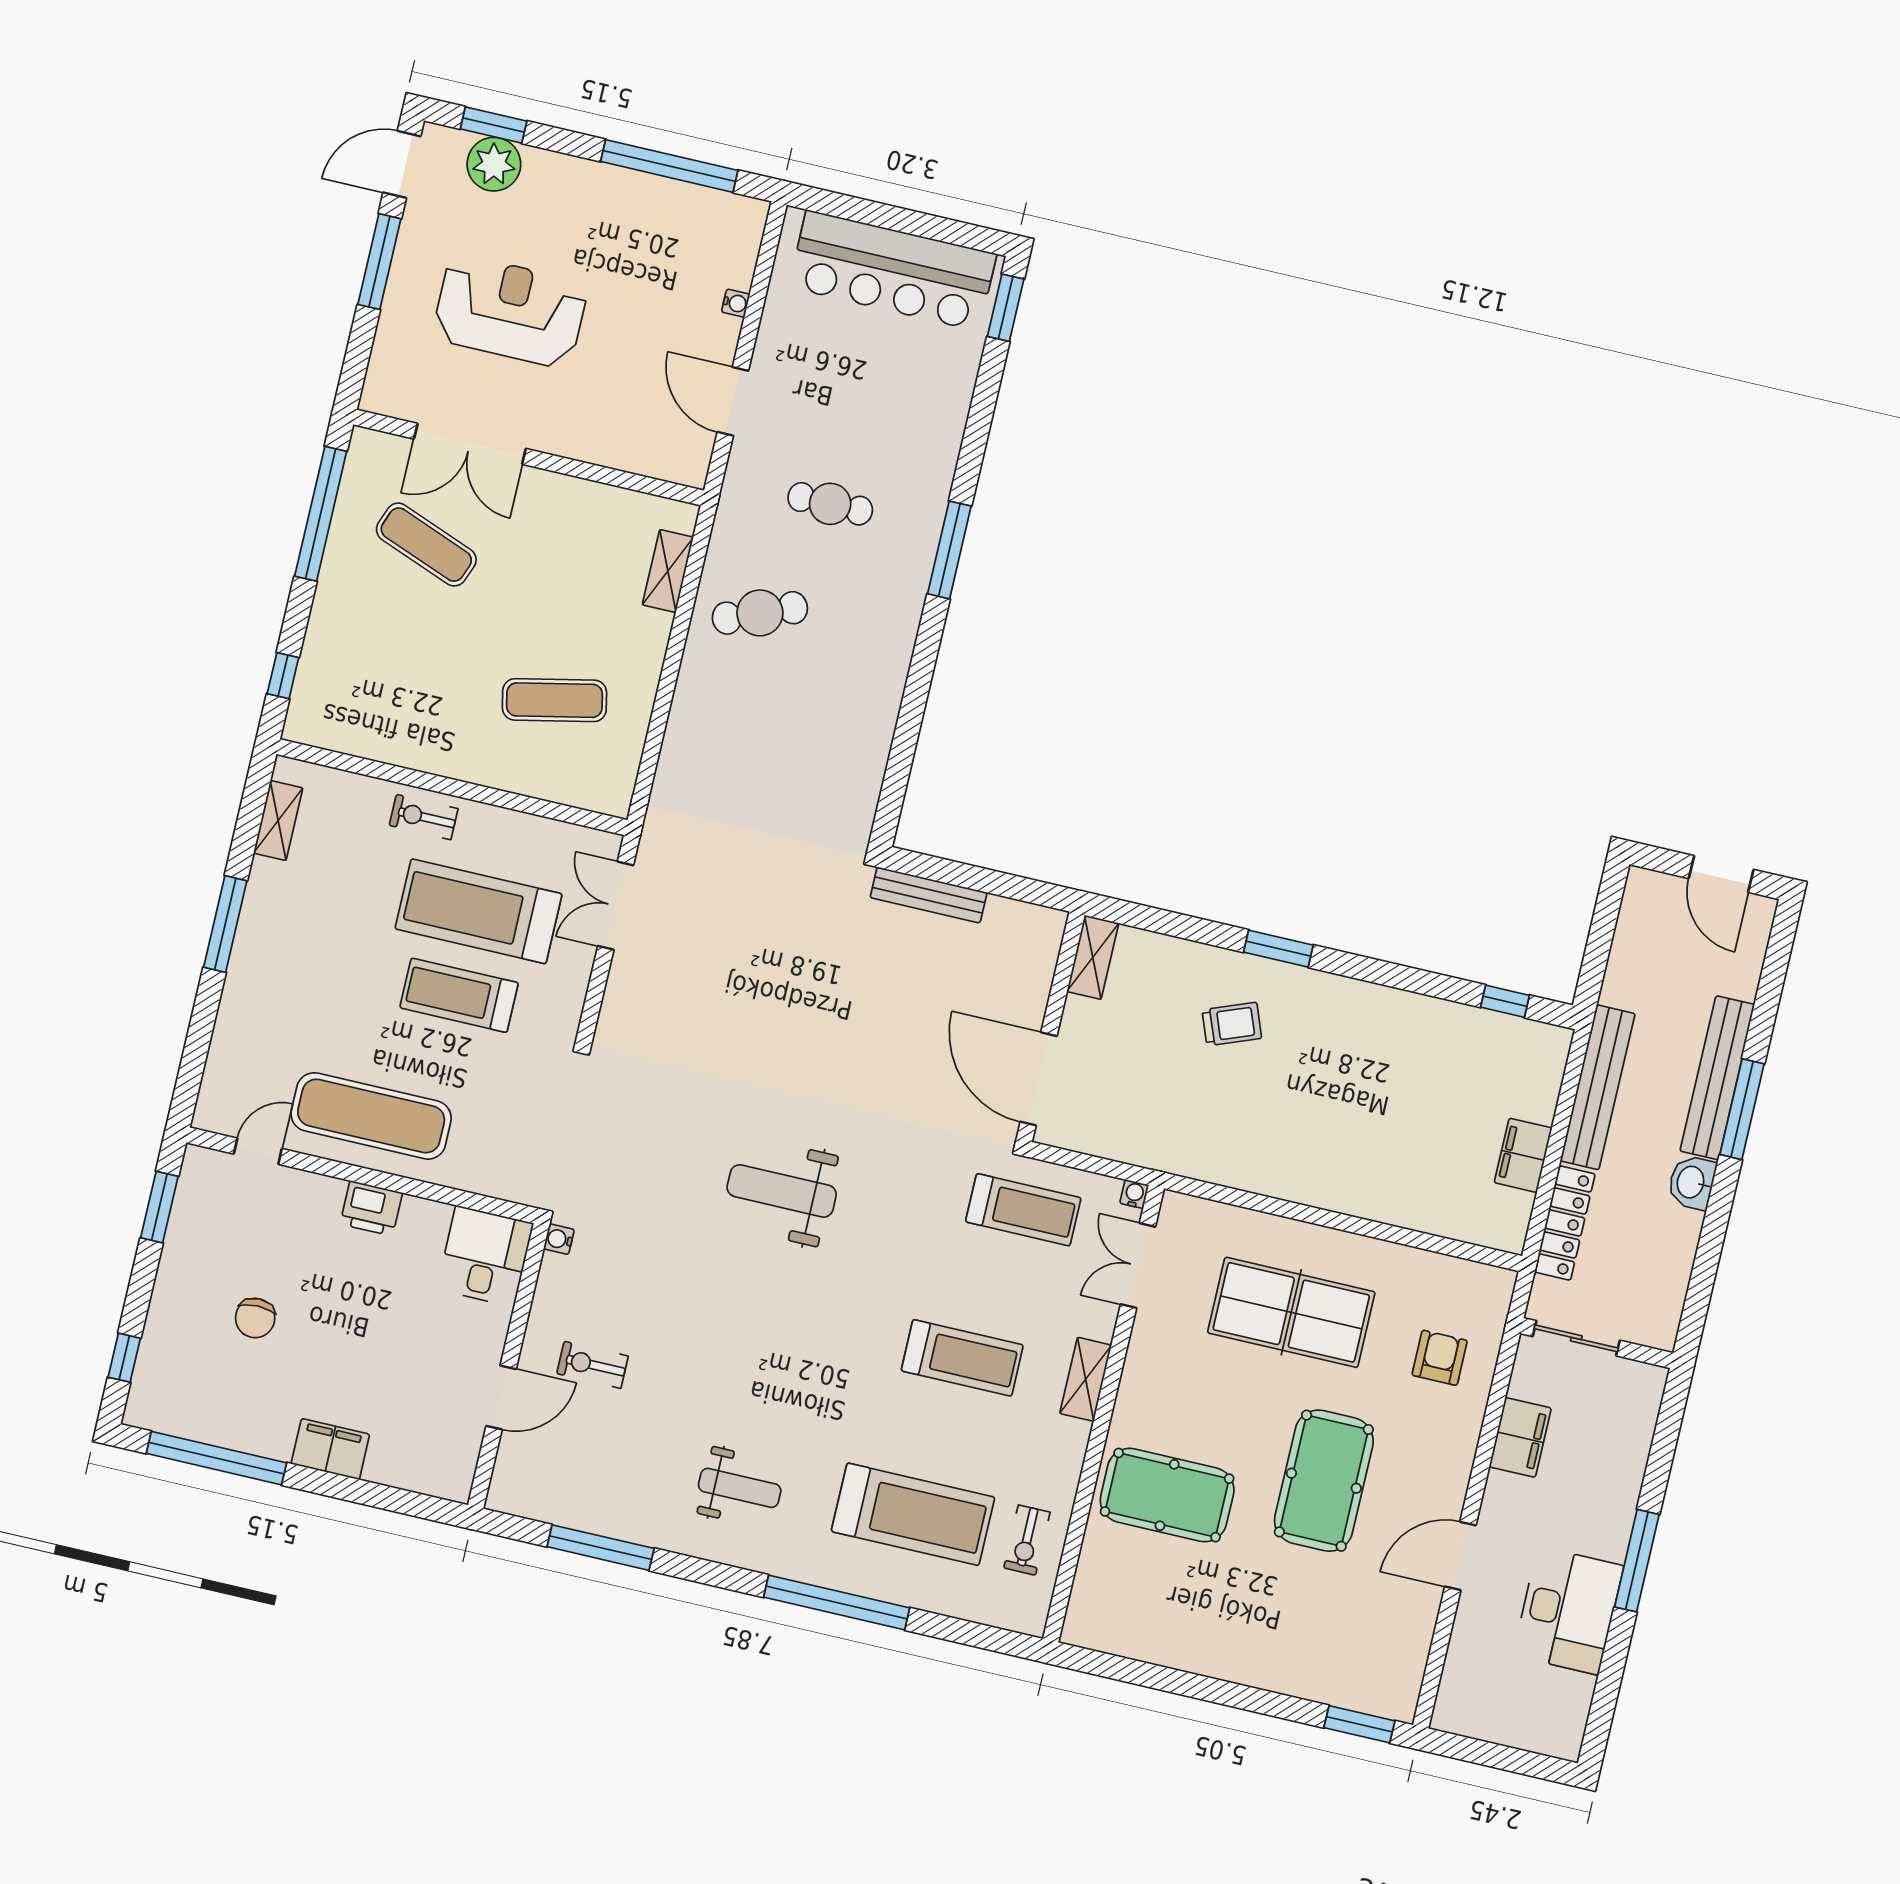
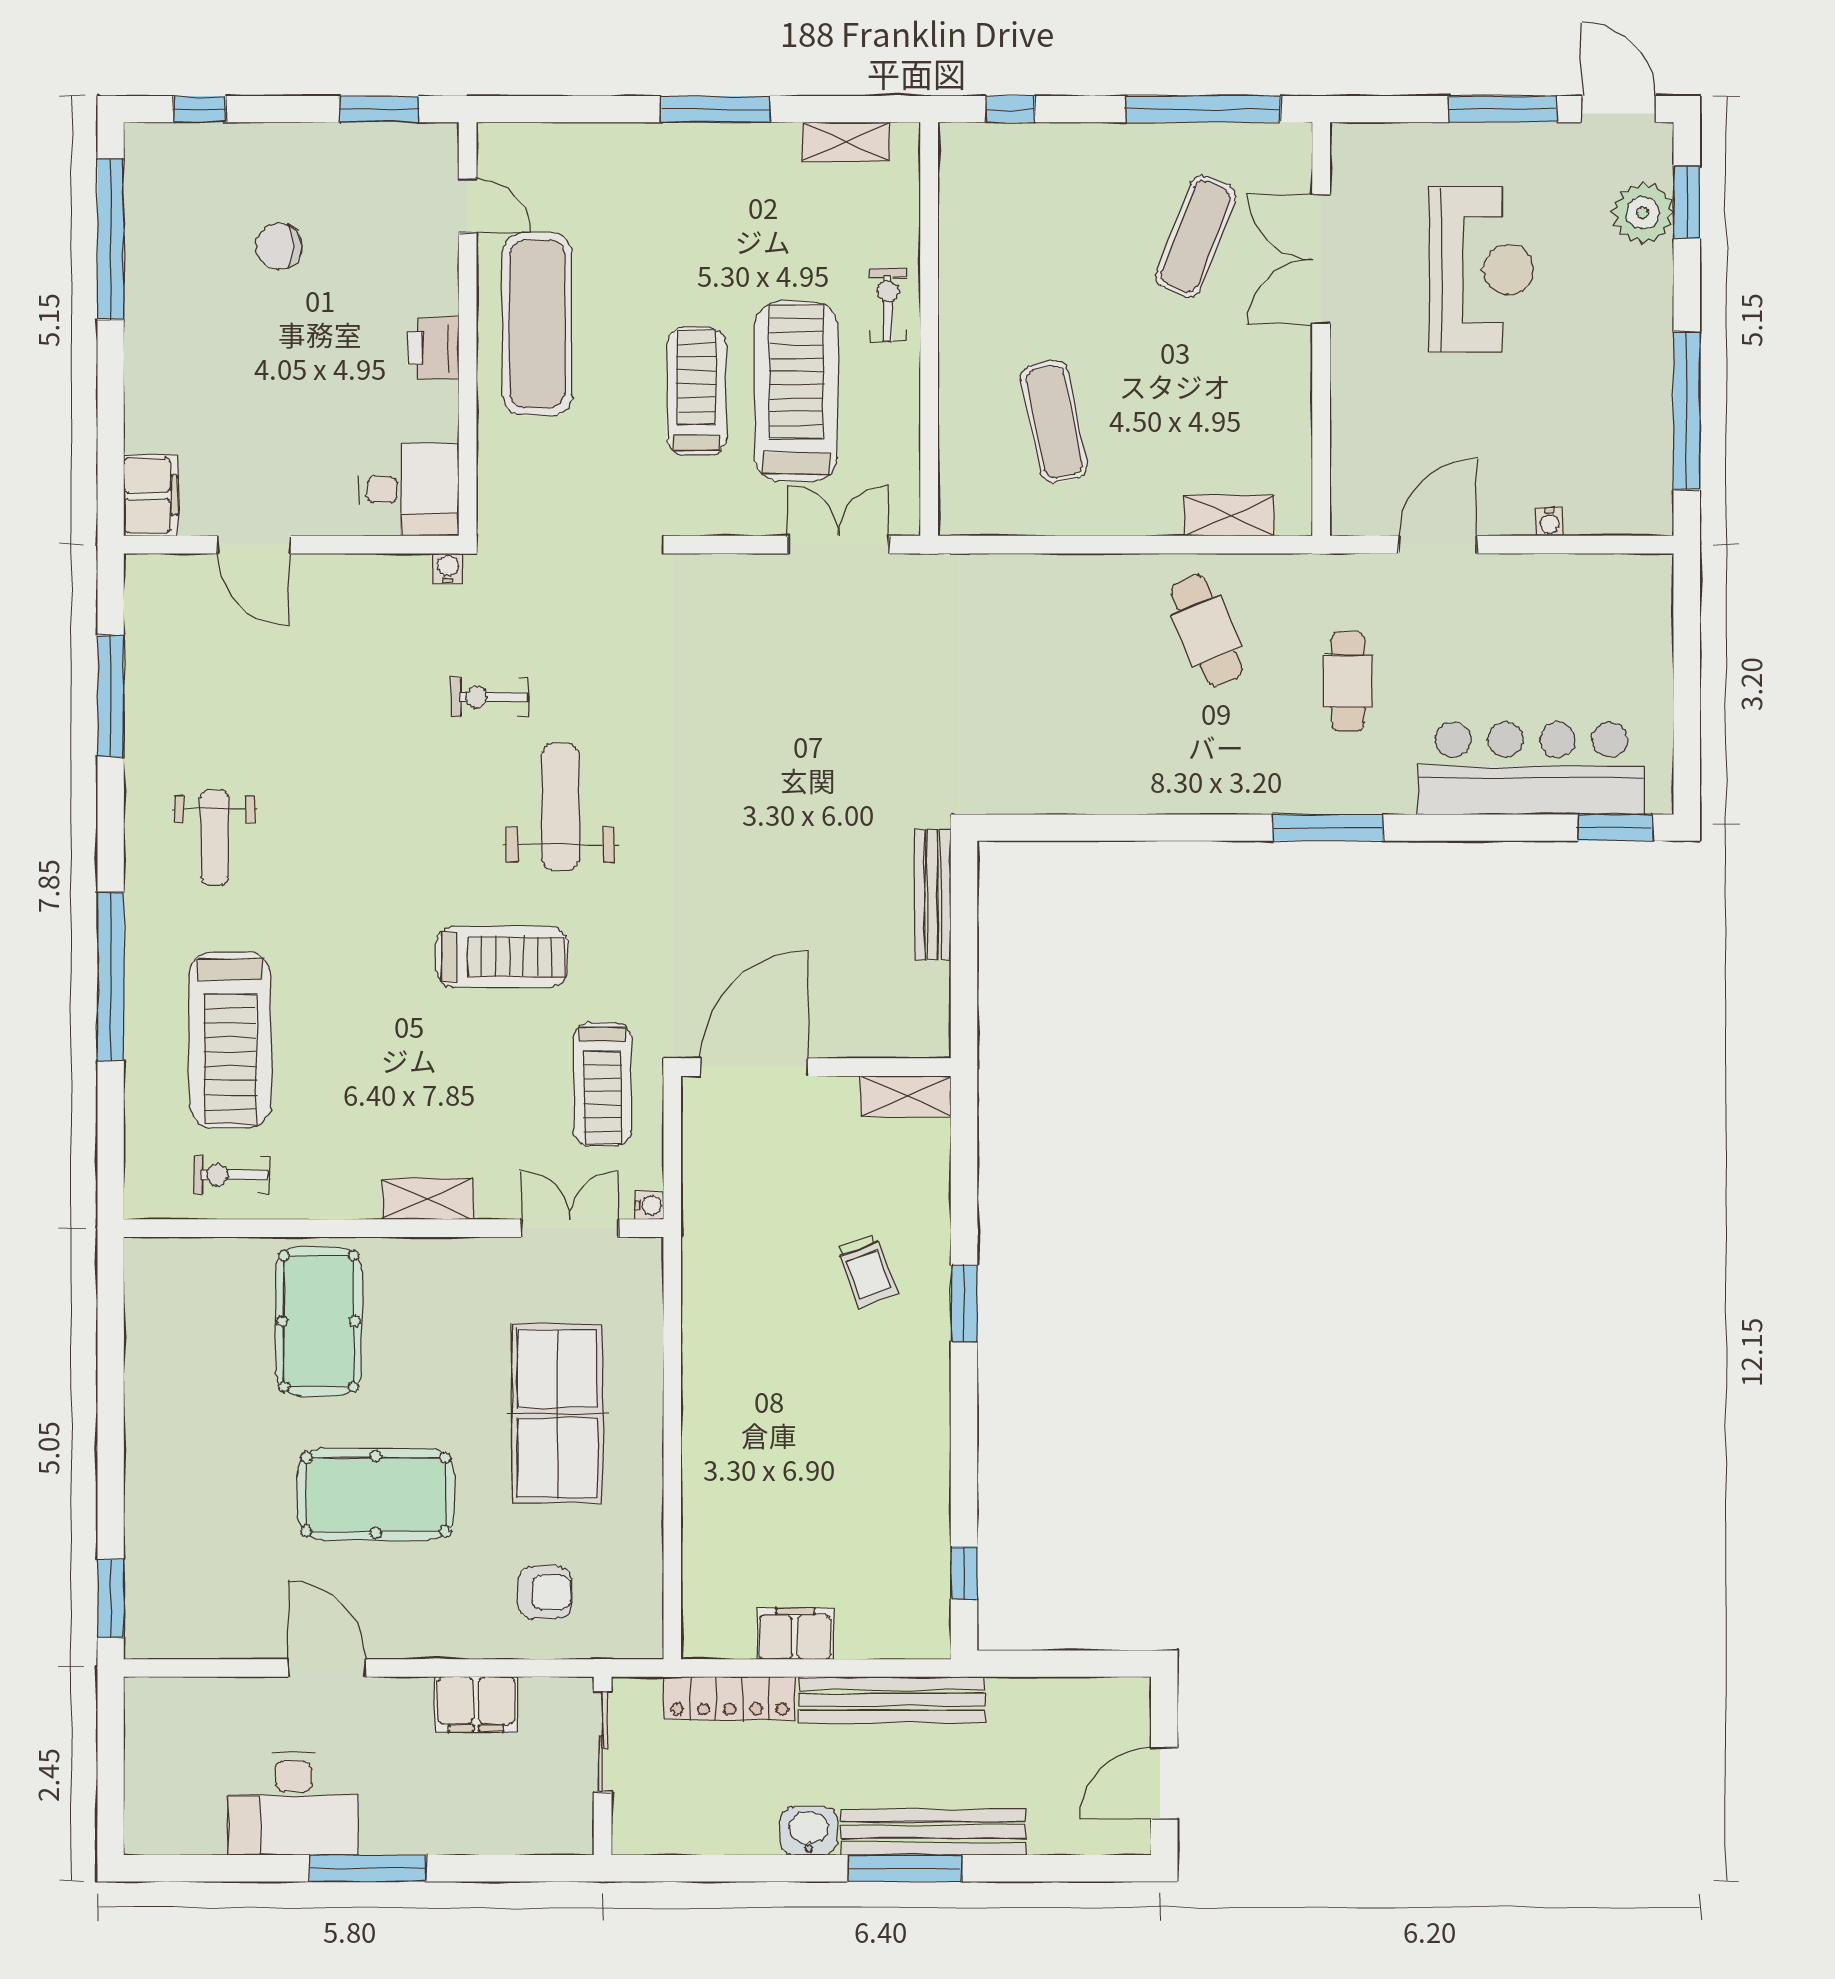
bar counter: (893, 270) -> (1532, 768), moved, turned 90
treadmill: (962, 1358) -> (502, 957), moved, turned -90
exercise bike: (592, 1365) -> (490, 697), moved, turned -90
filing cabinet: (330, 1449) -> (151, 495), moved

